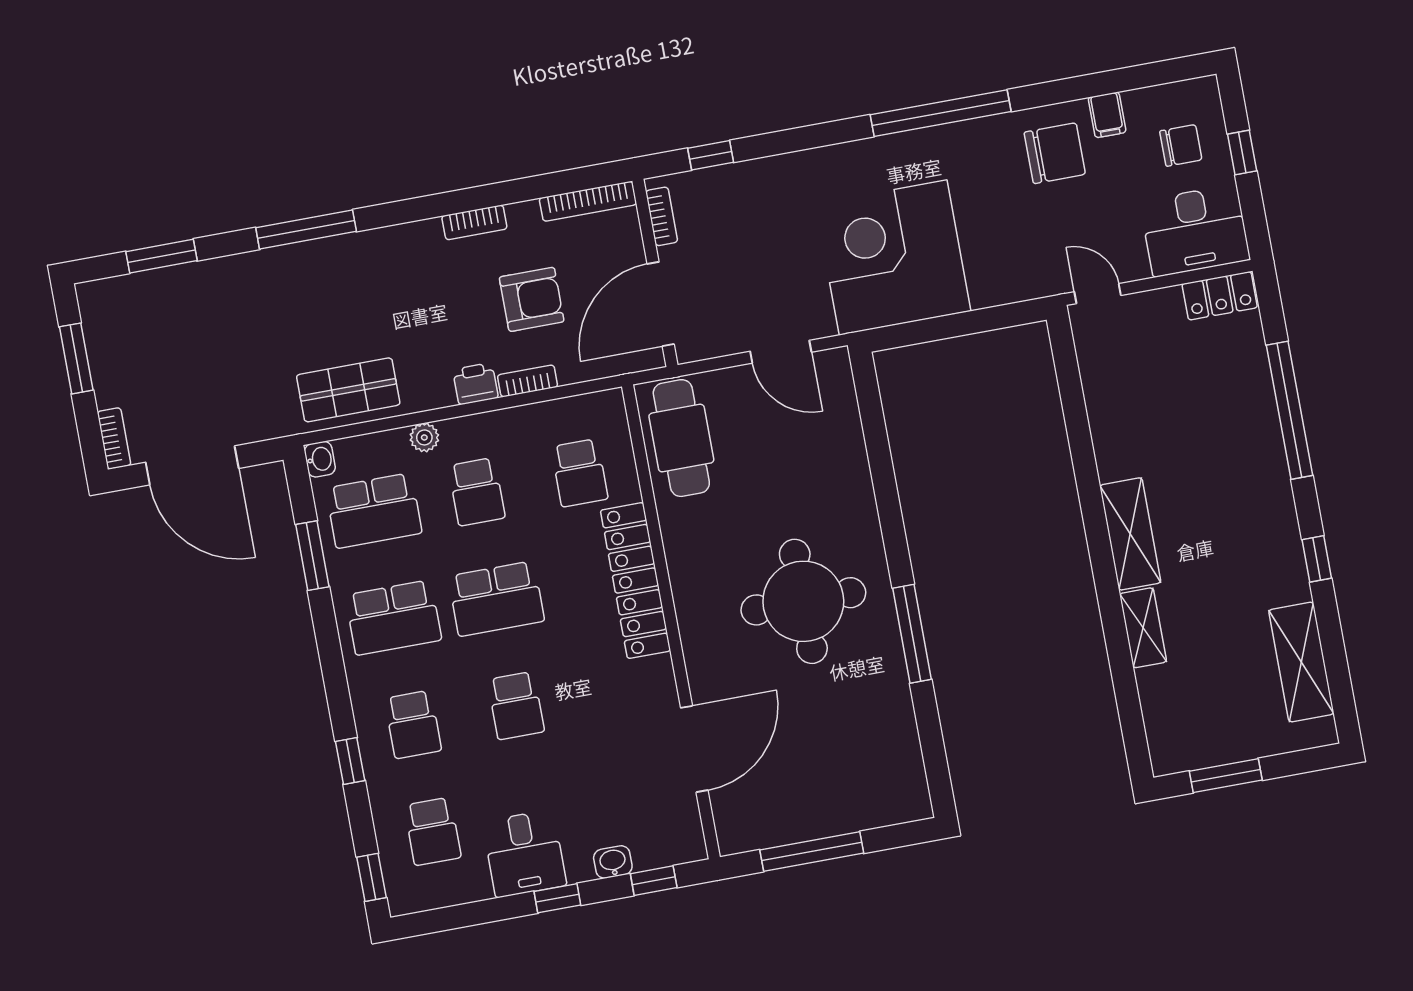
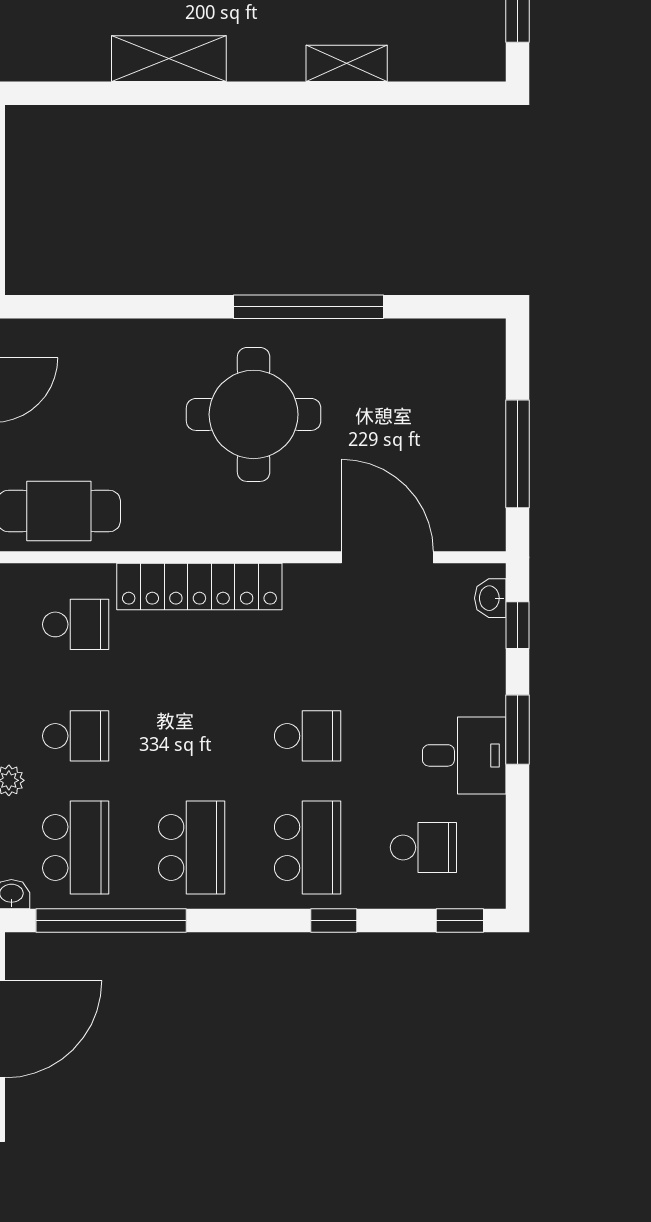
shelving: (1130, 534) -> (169, 59), moved
window: (312, 556) -> (111, 920), width x2.11
school desk: (496, 599) -> (192, 736), removed
window: (912, 634) -> (308, 307), width x1.46
school desk: (413, 724) -> (308, 847), width x1.85
washbasin: (613, 862) -> (490, 598), moved
window: (557, 898) -> (518, 730), width x1.50

